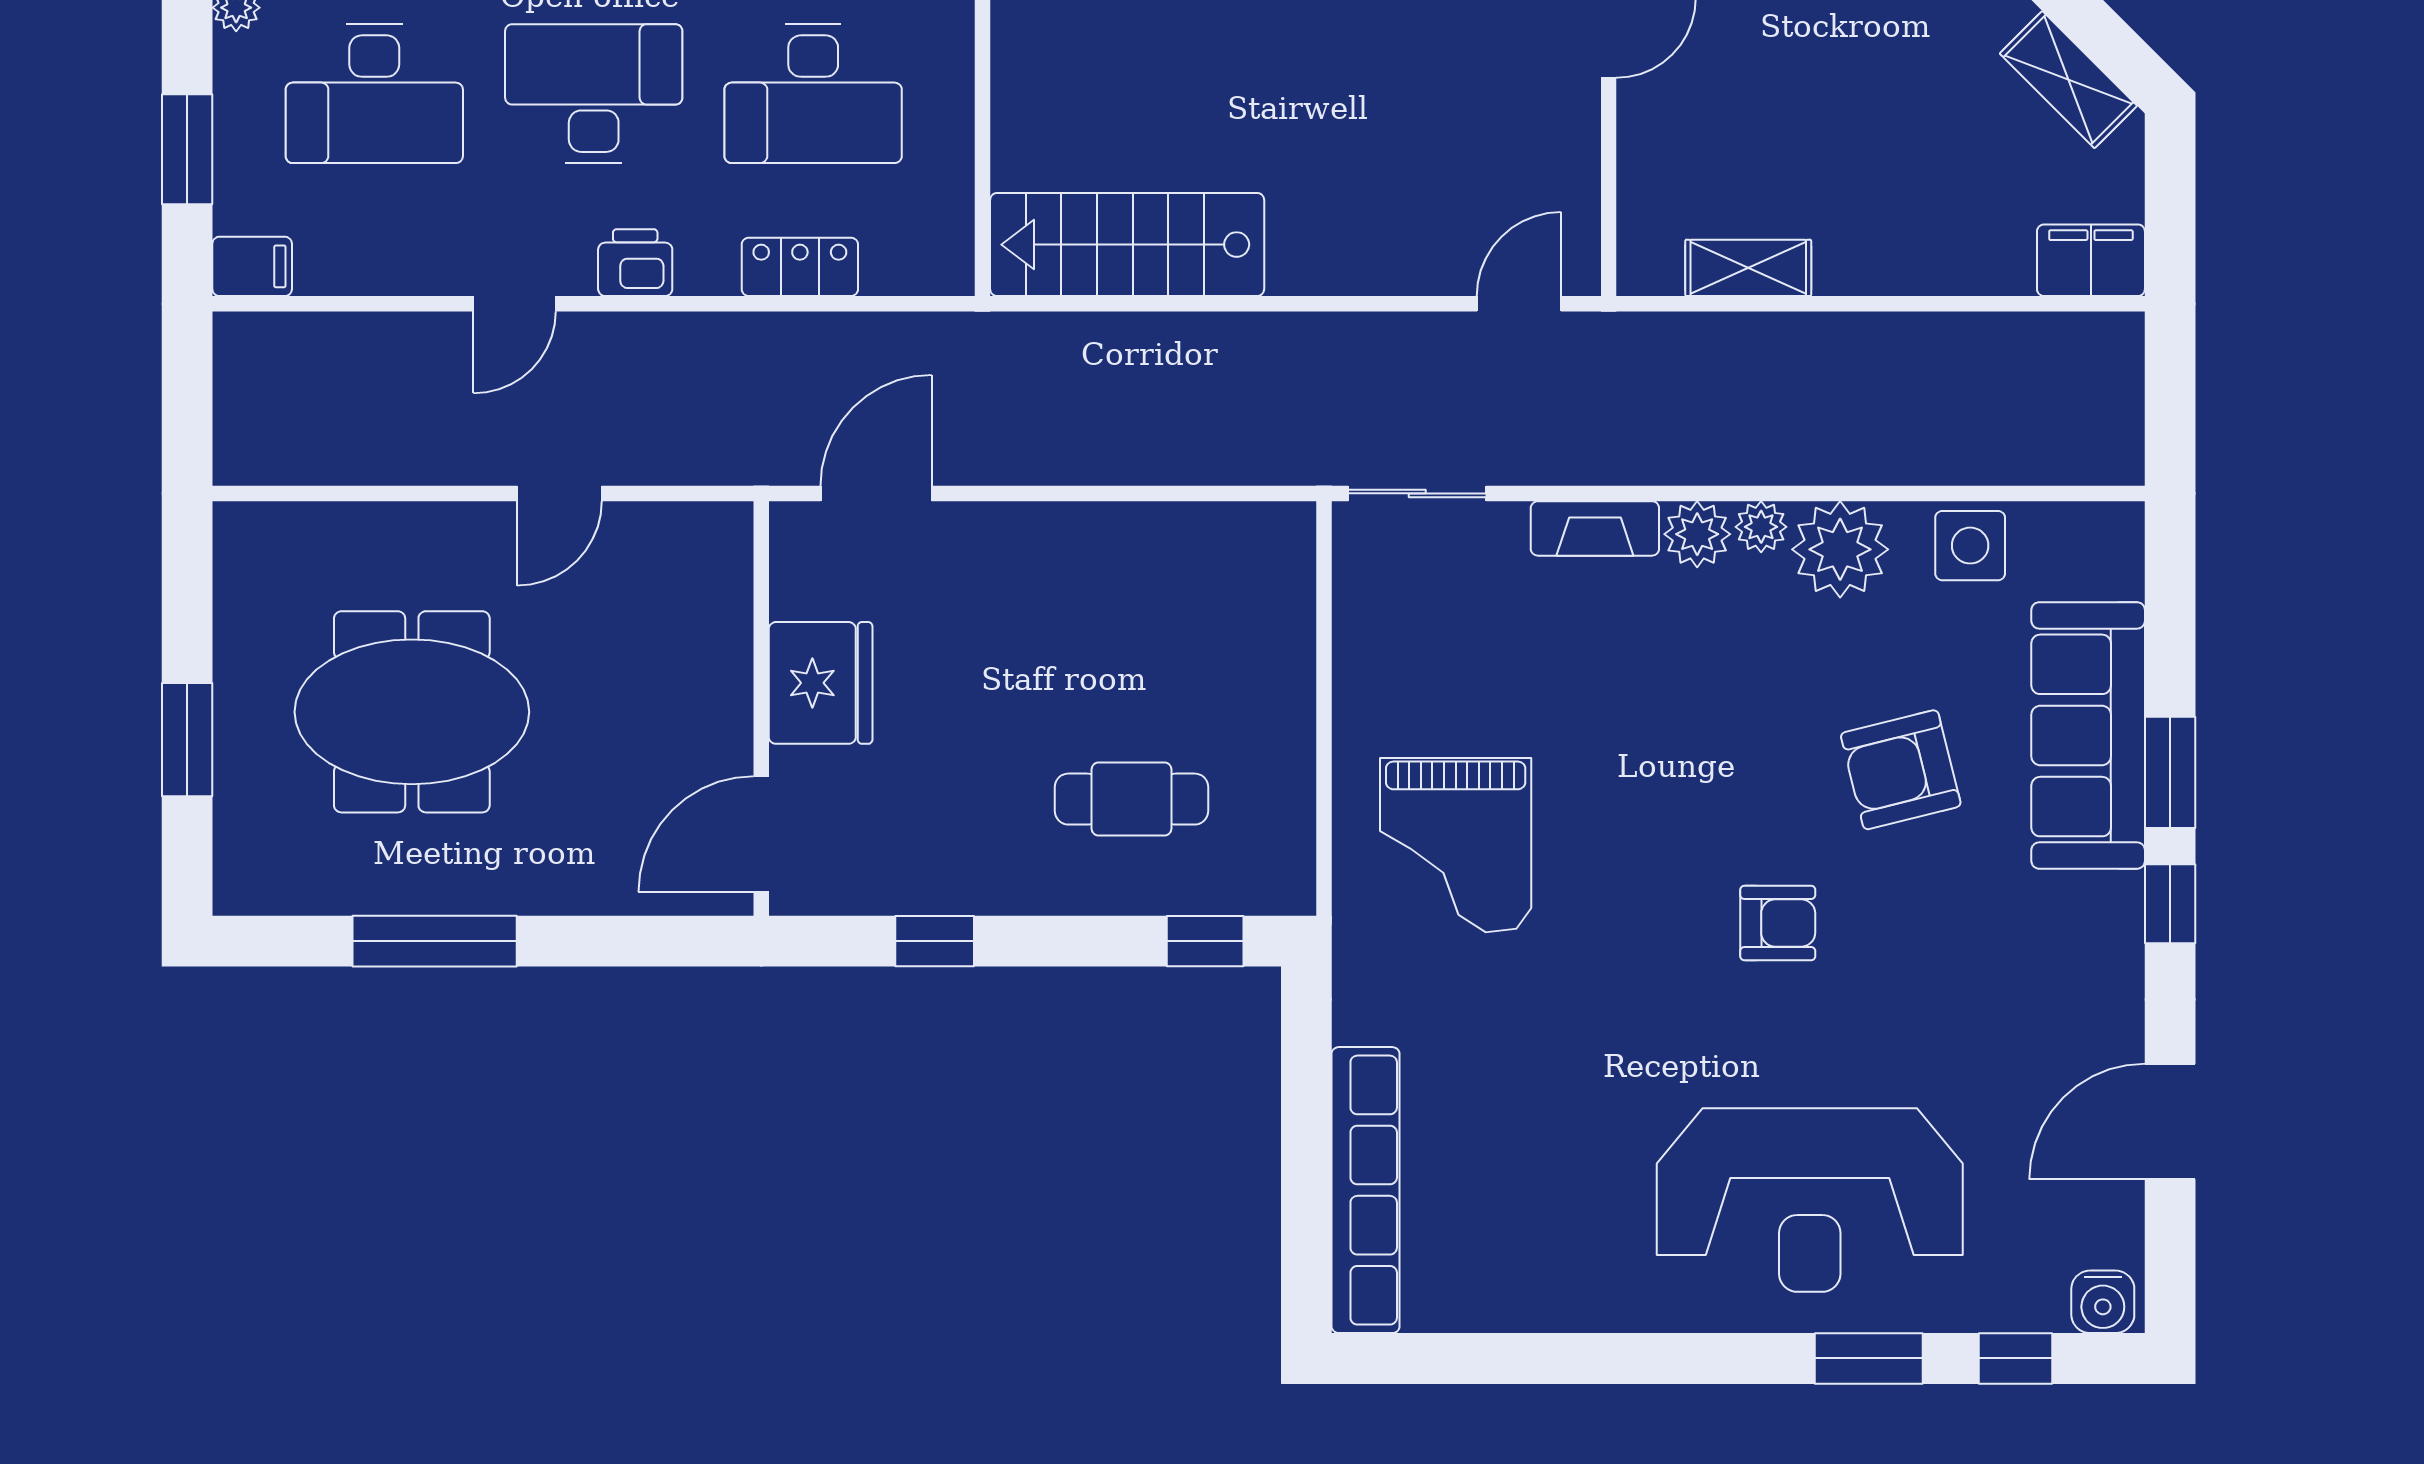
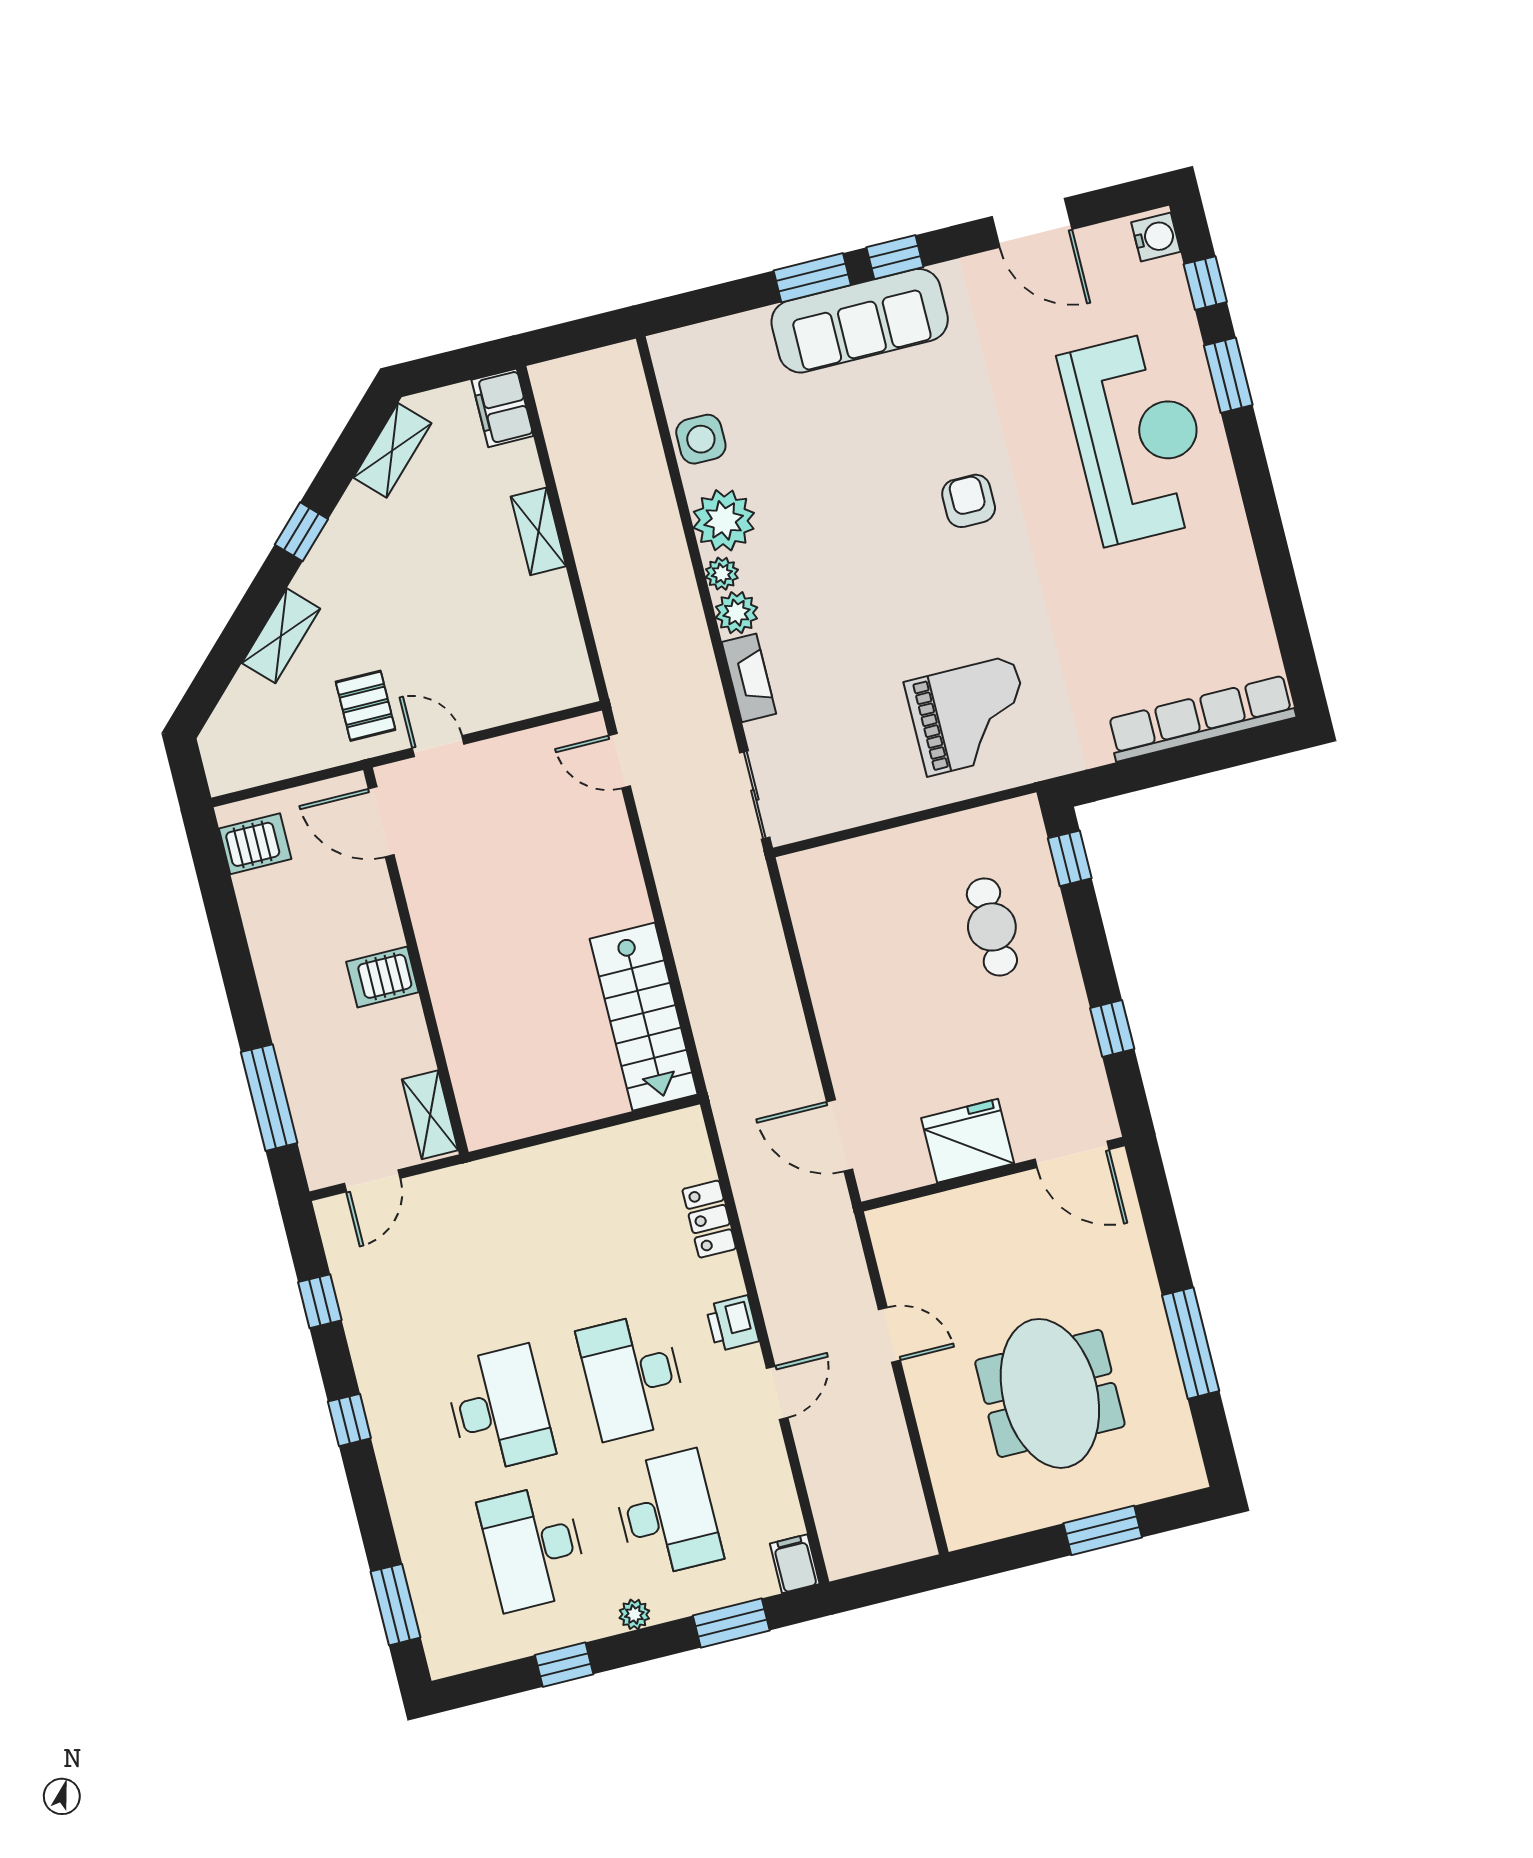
desk: (813, 94) -> (598, 1238), removed
shelving: (1748, 268) -> (538, 531), moved
door: (515, 304) -> (777, 1393), hinge flipped
sofa: (2088, 735) -> (860, 321), moved
armchair: (1901, 770) -> (853, 448), removed

